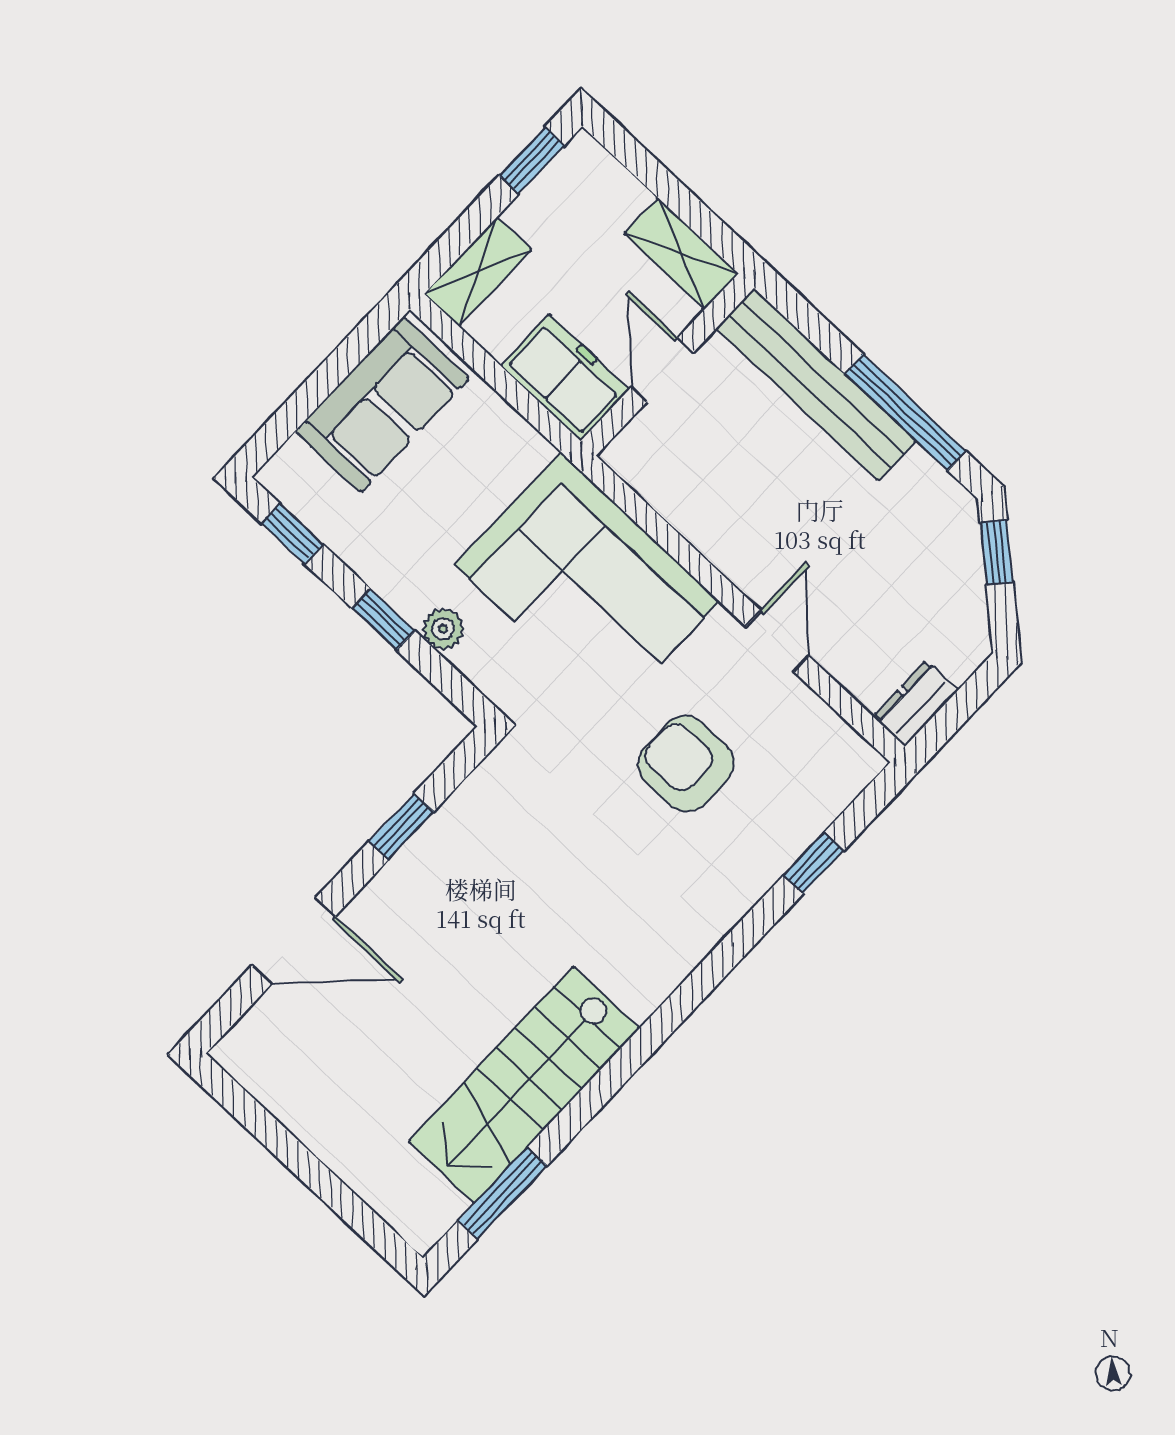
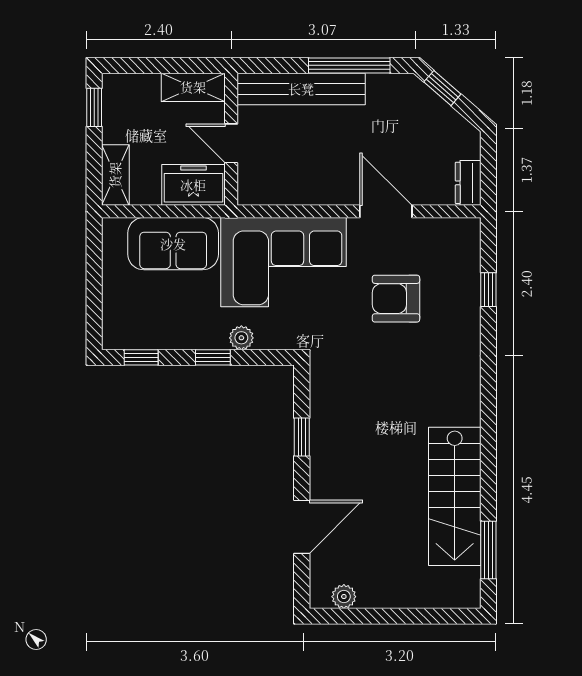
sofa: (382, 405) -> (173, 244), moved, turned 90
door: (777, 641) -> (386, 211), width x1.38
plant: (264, 1079) -> (344, 597), added

